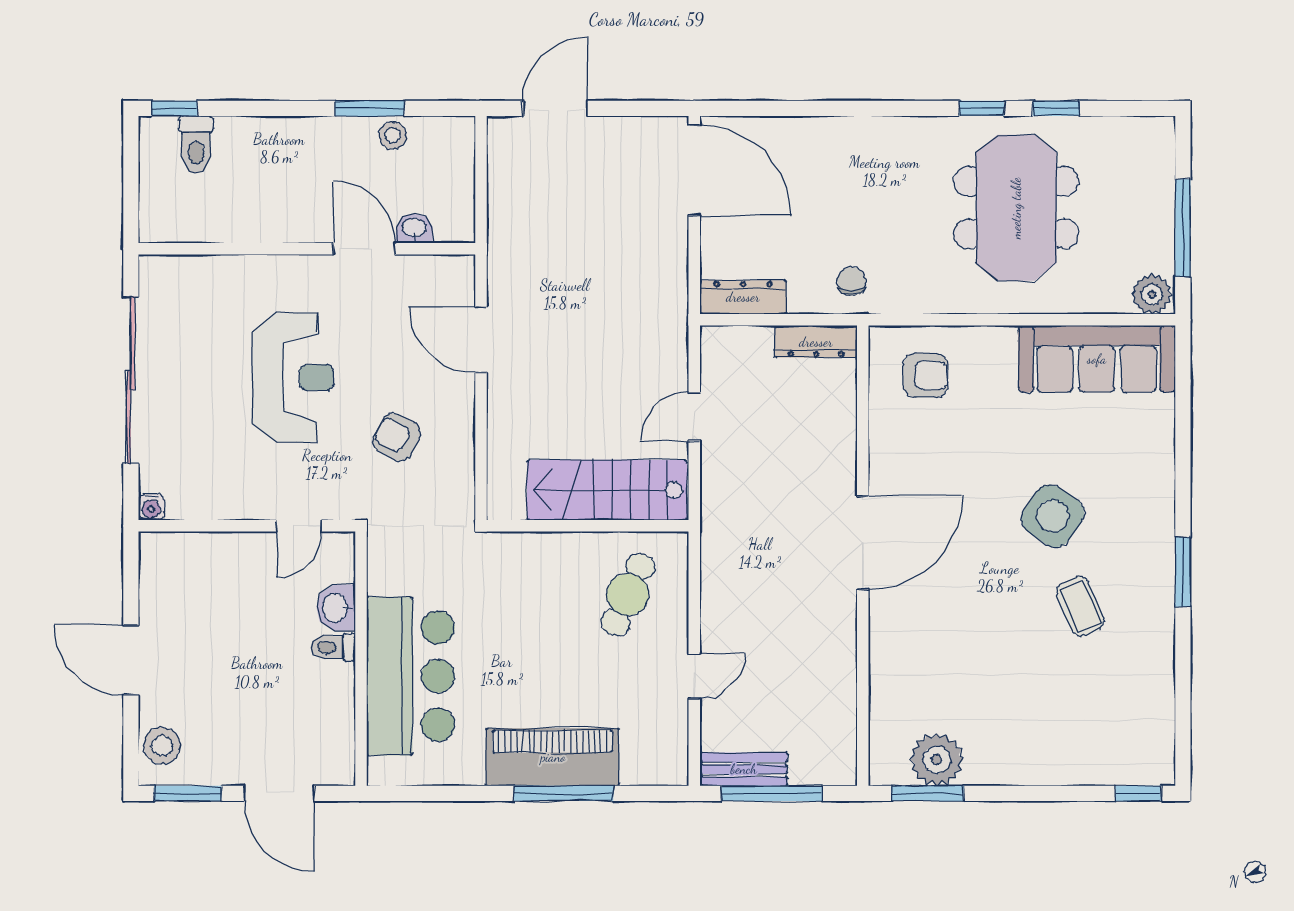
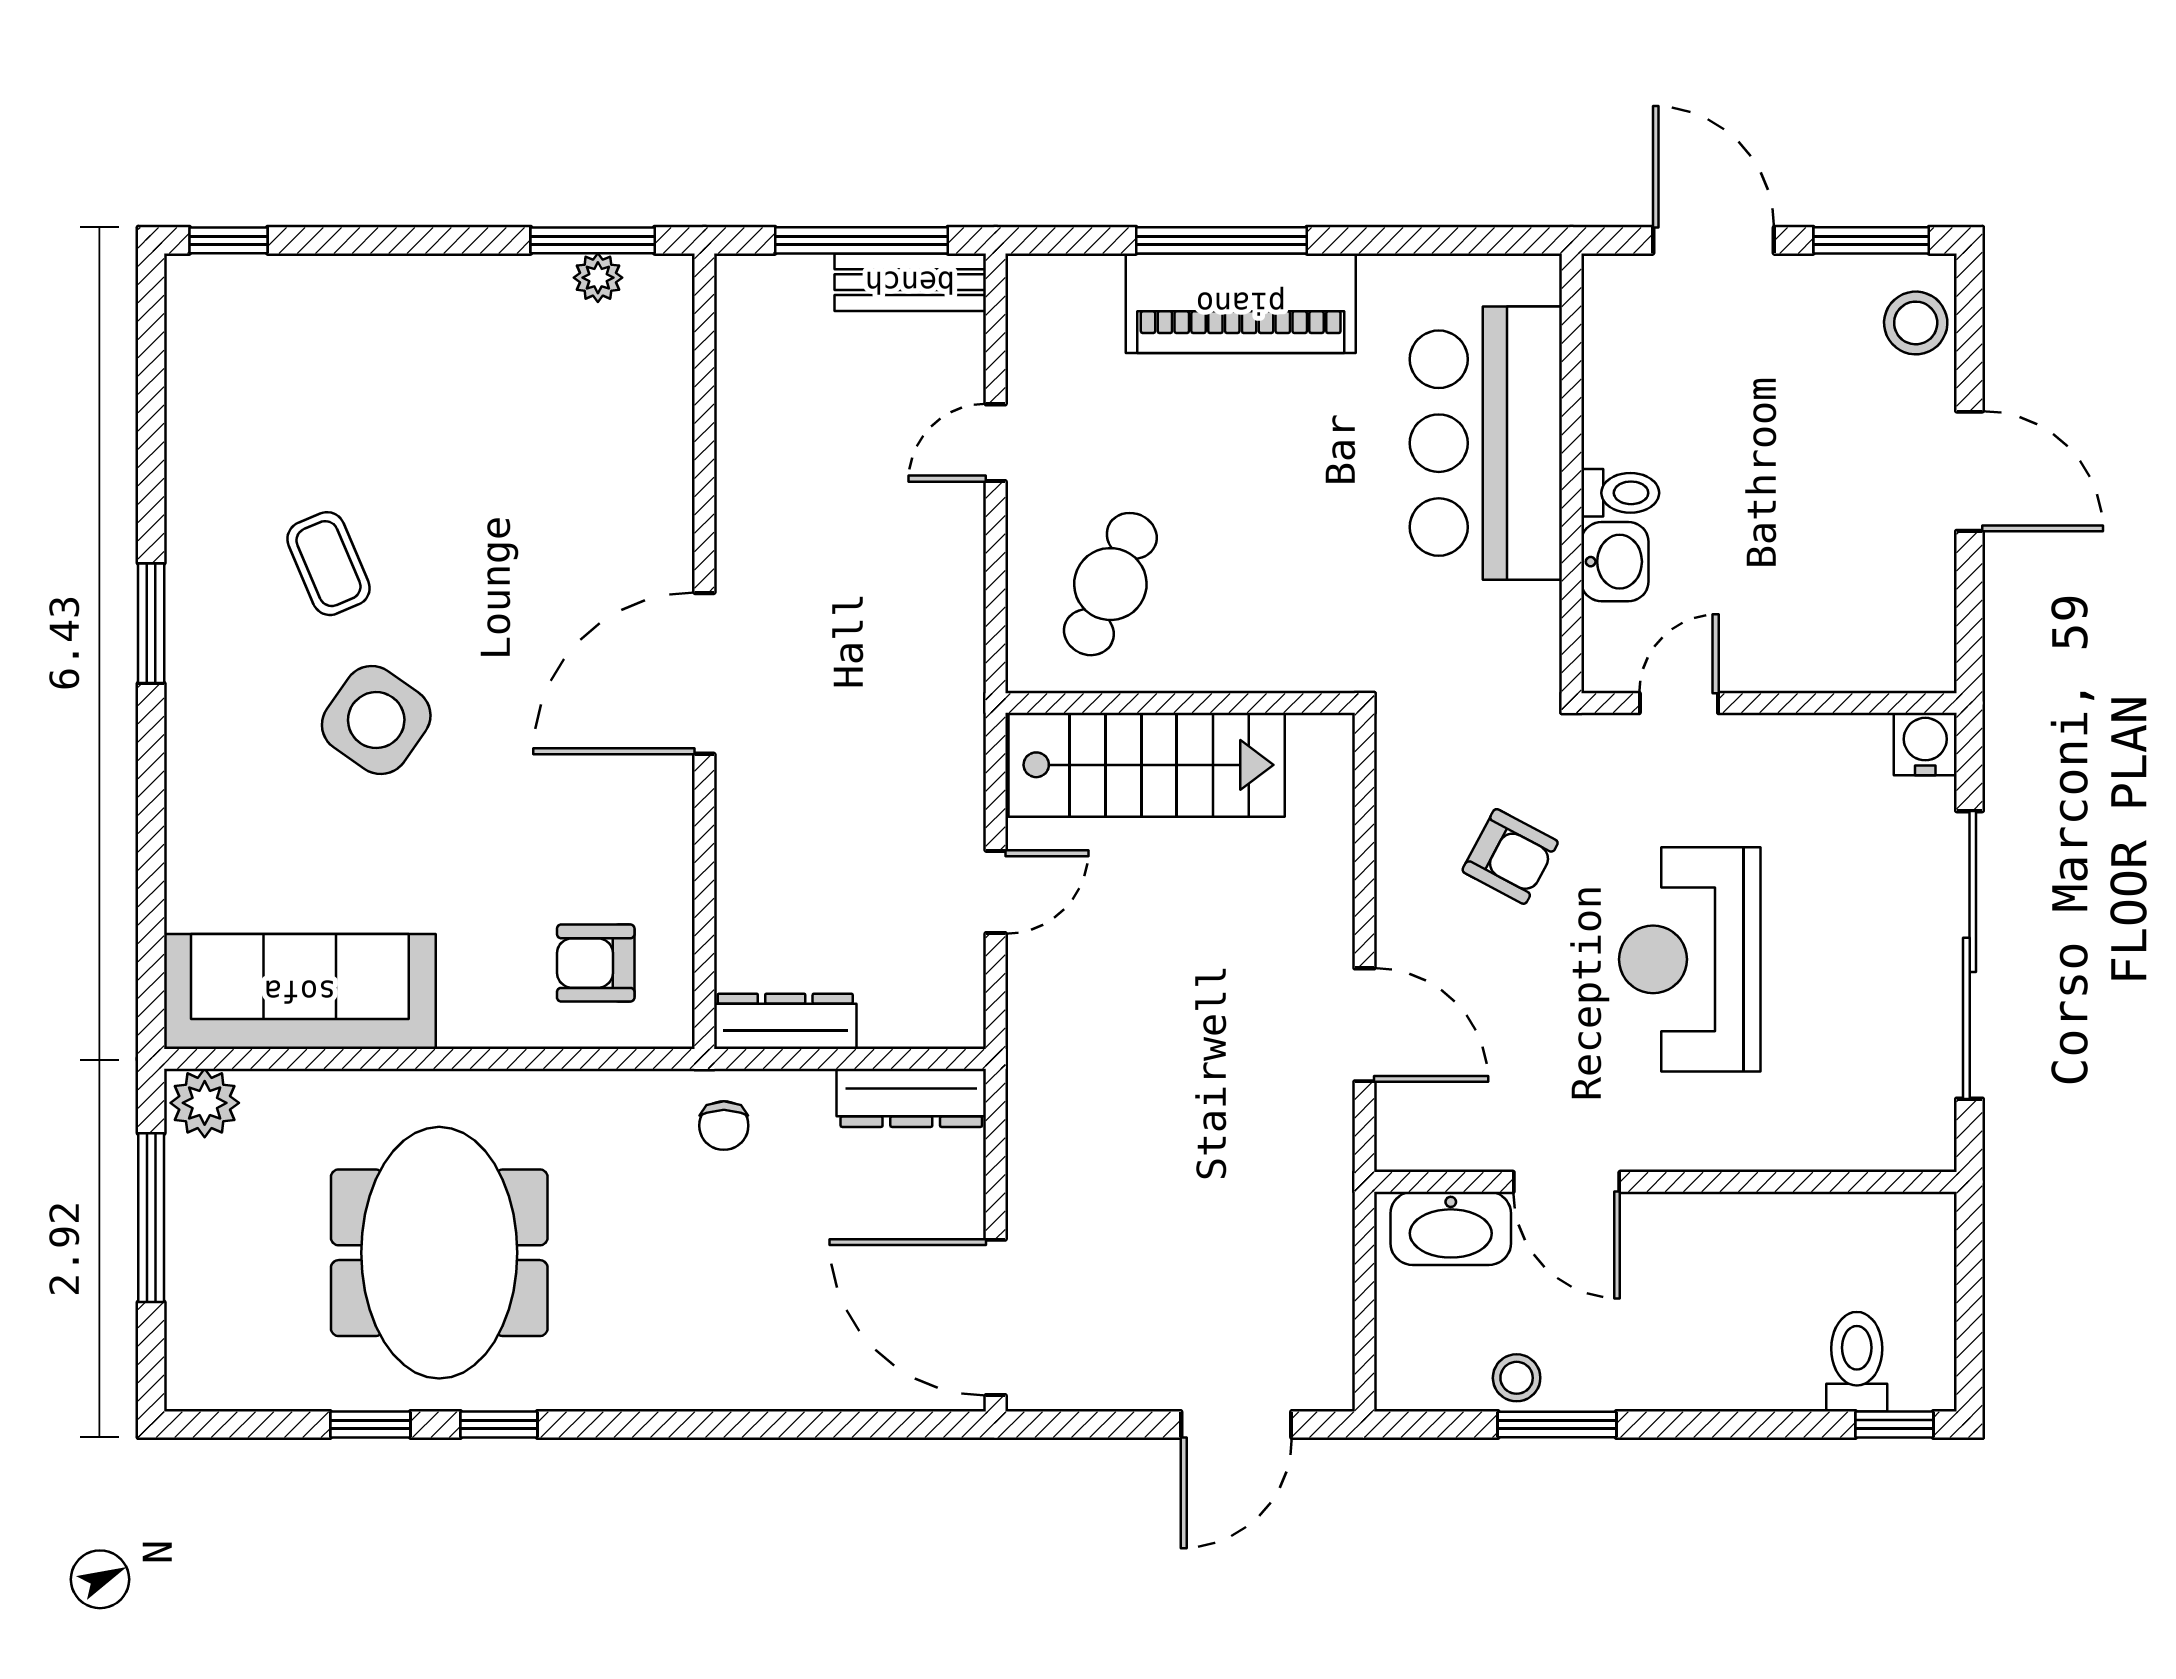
washbasin: (414, 228) -> (1451, 1228), width x1.91, depth x1.45
water cooler: (151, 507) -> (1925, 744), width x1.38, depth x1.38
plant: (937, 760) -> (598, 278), width x0.53, depth x0.53

